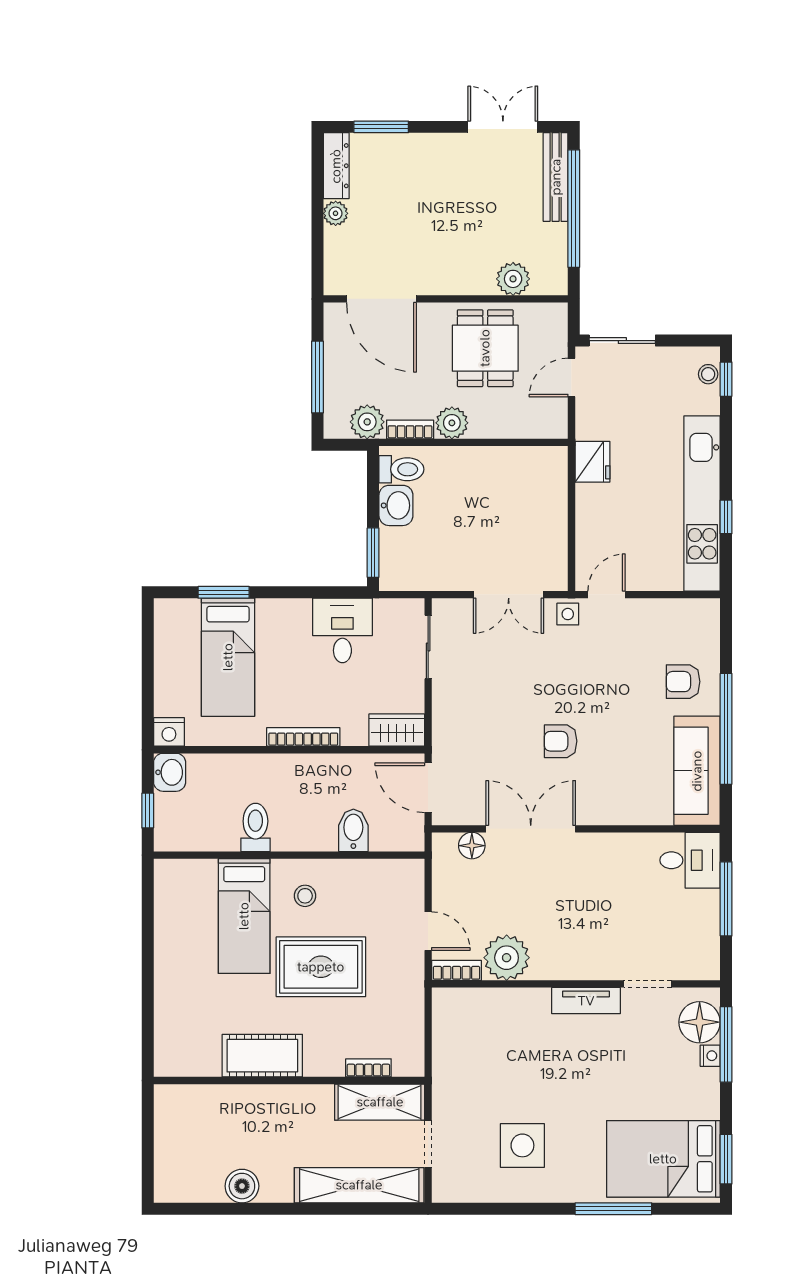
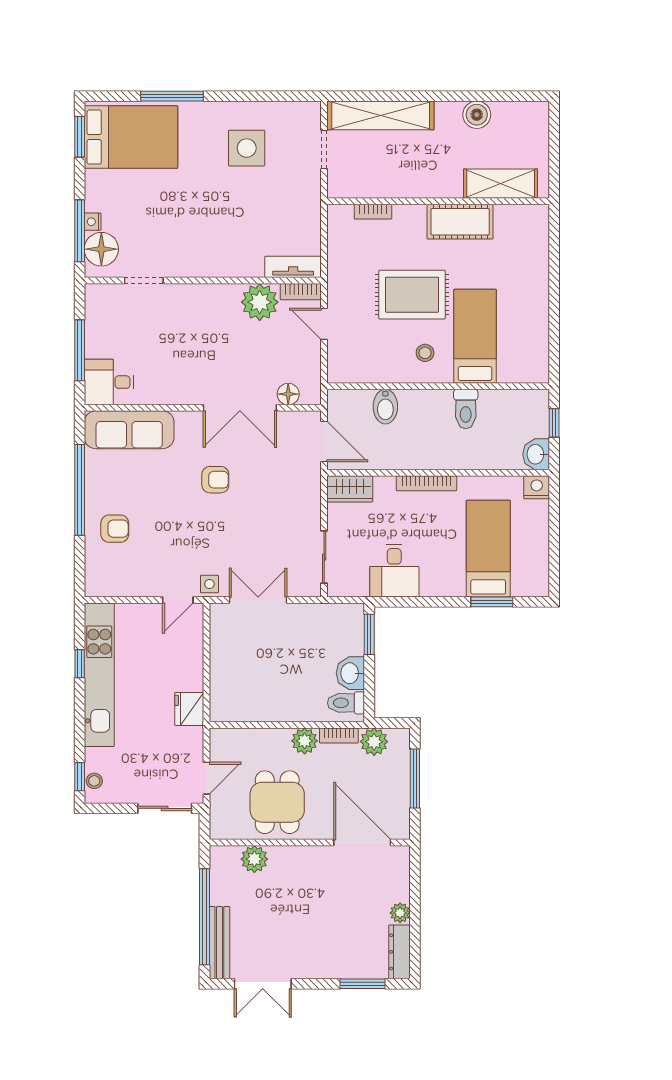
sofa: (697, 771) -> (129, 430), moved, turned 90
tv unit: (586, 1001) -> (293, 267), moved
shelving: (380, 1102) -> (501, 184), moved

